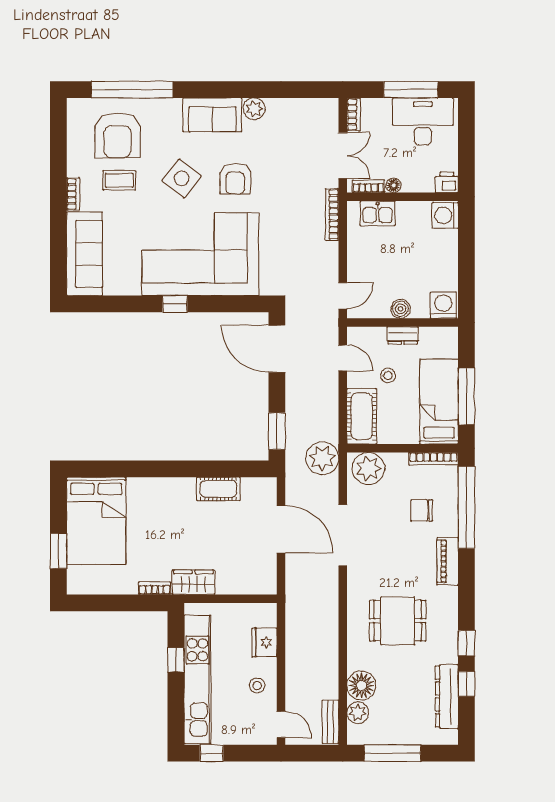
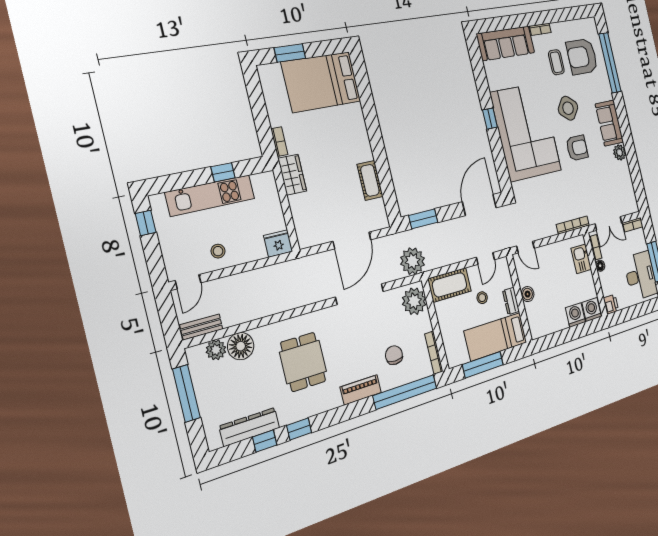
armchair: (235, 179) -> (577, 148), turned 180
washing machine: (443, 305) -> (575, 315), moved, turned -90
bed: (439, 402) -> (496, 337), moved, turned 180
fridge: (264, 642) -> (278, 243), moved
kitchen unit: (197, 679) -> (210, 195), width x0.73

